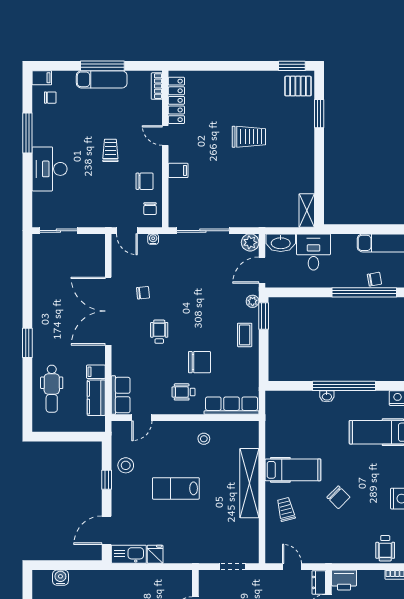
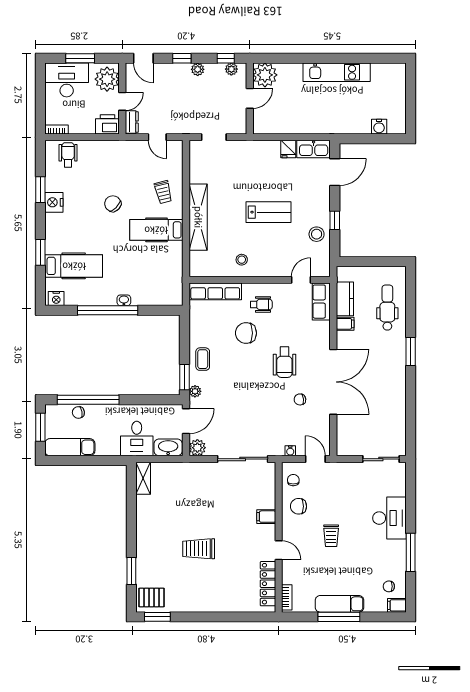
wheelchair: (159, 332) -> (284, 362), width x1.36, depth x1.37

